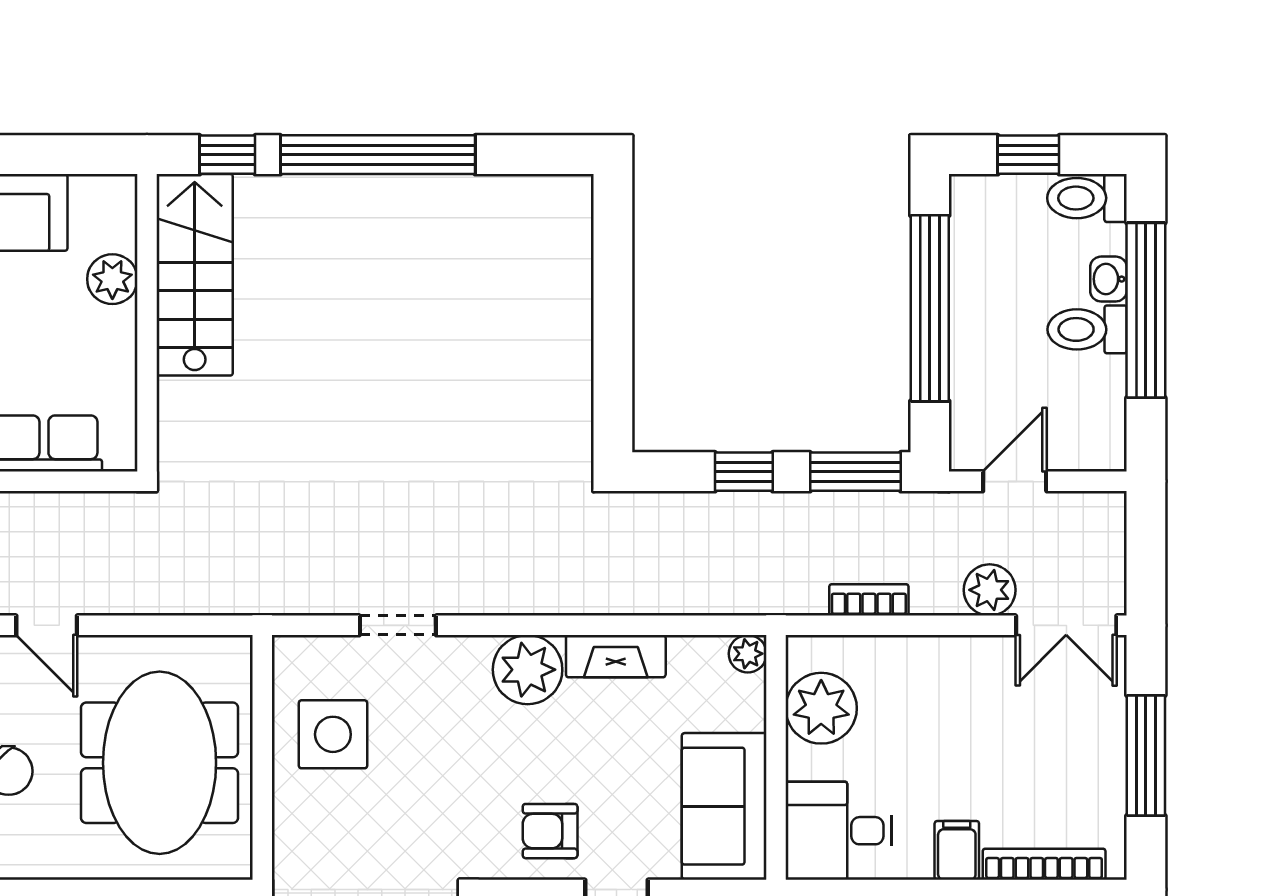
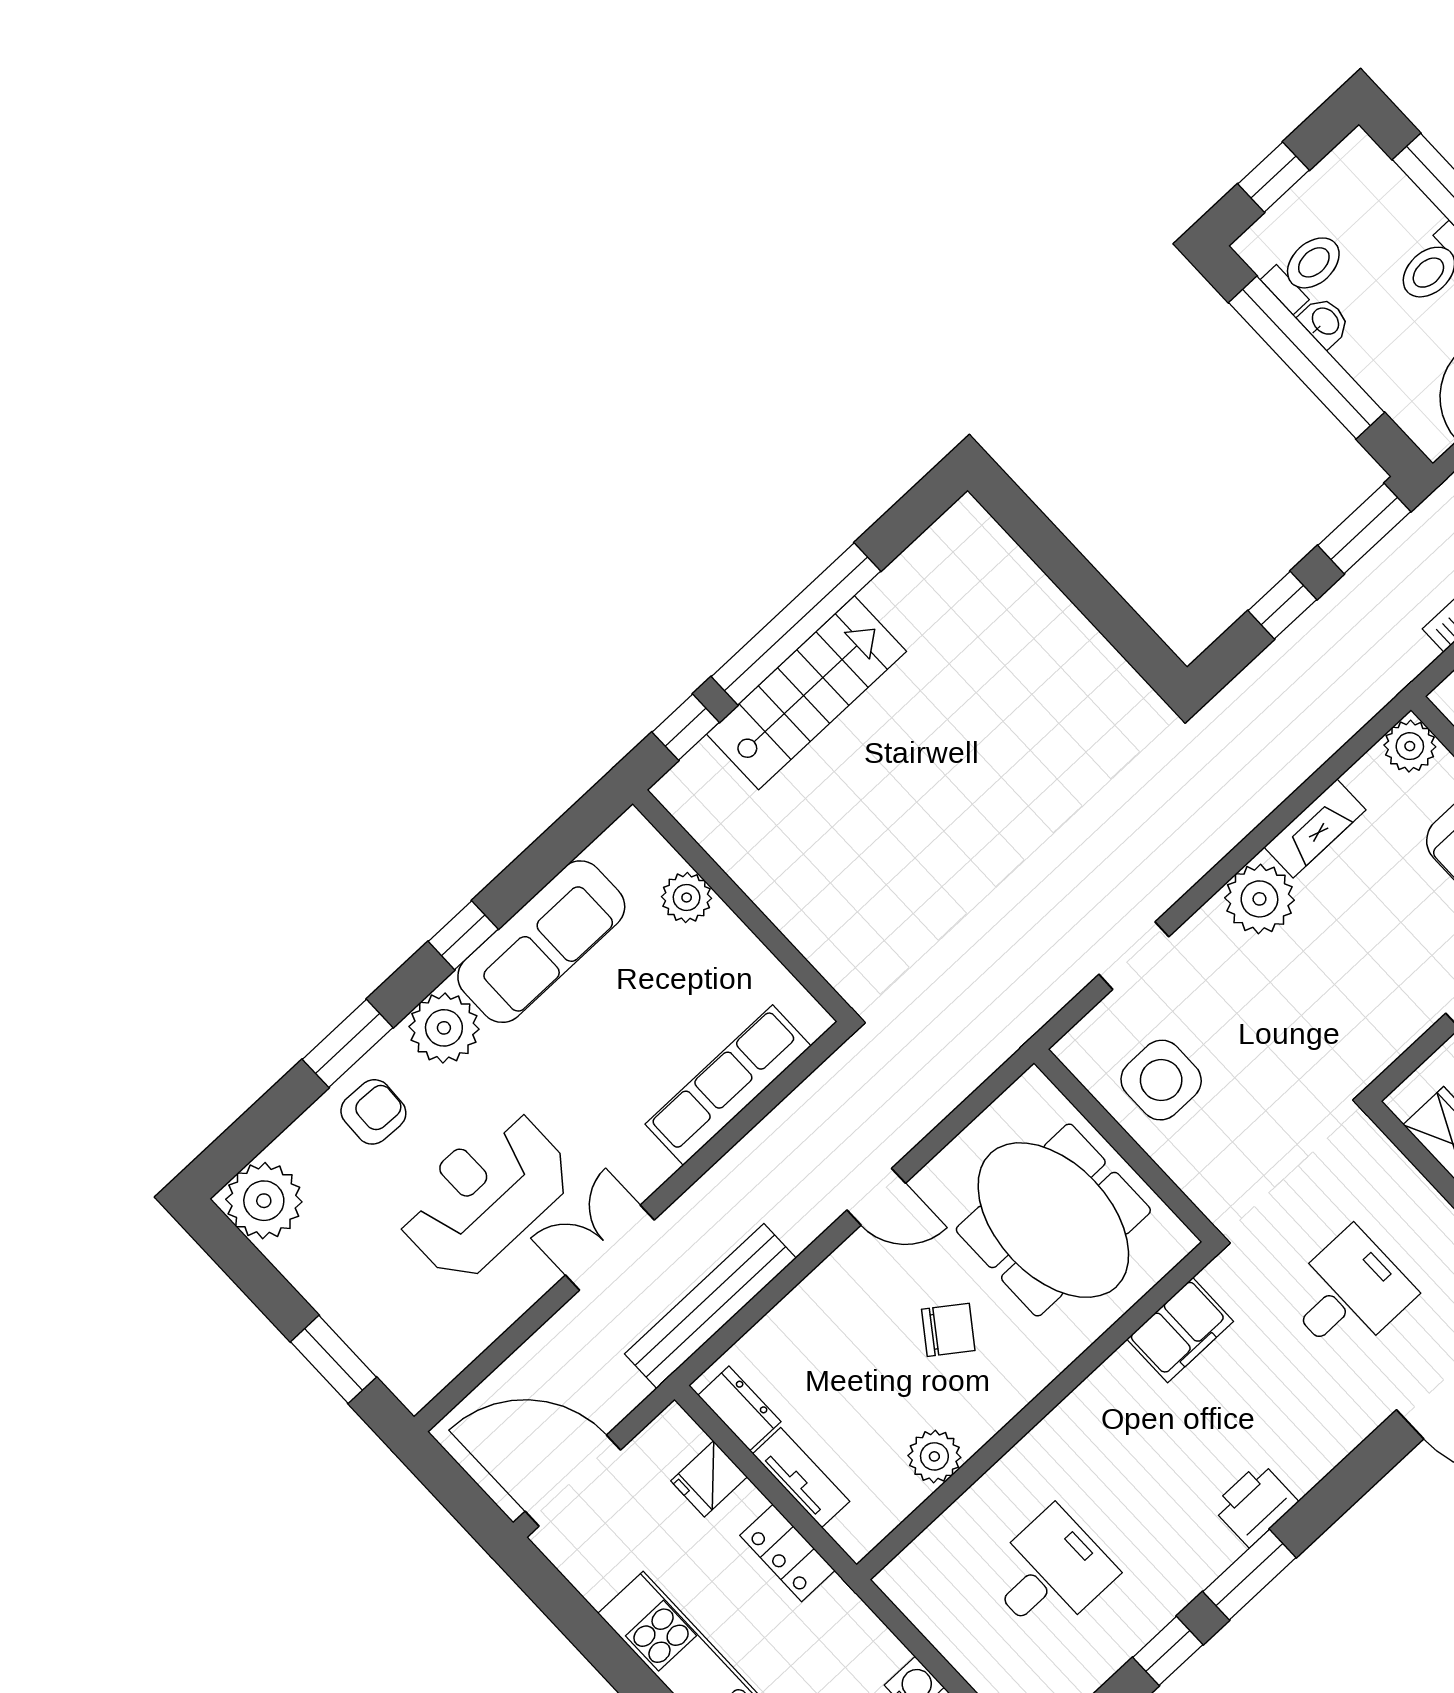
toilet: (1087, 198) -> (1306, 270), moved, turned 180
stairs: (195, 275) -> (807, 693), moved, turned 90
washbasin: (1108, 279) -> (1325, 322), moved, turned 180
plant: (748, 654) -> (1410, 746), width x1.38, depth x1.38
armchair: (550, 831) -> (1387, 1002), removed

